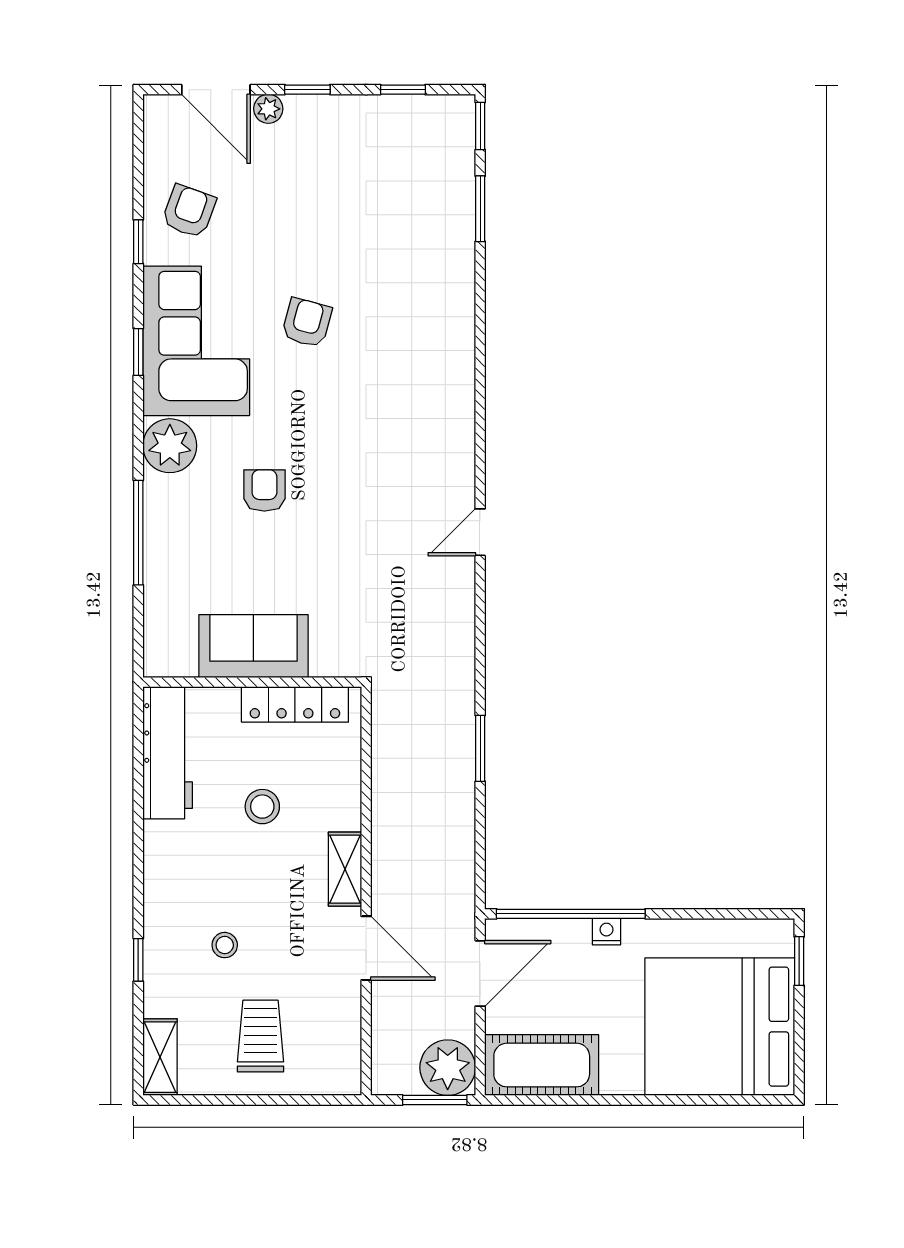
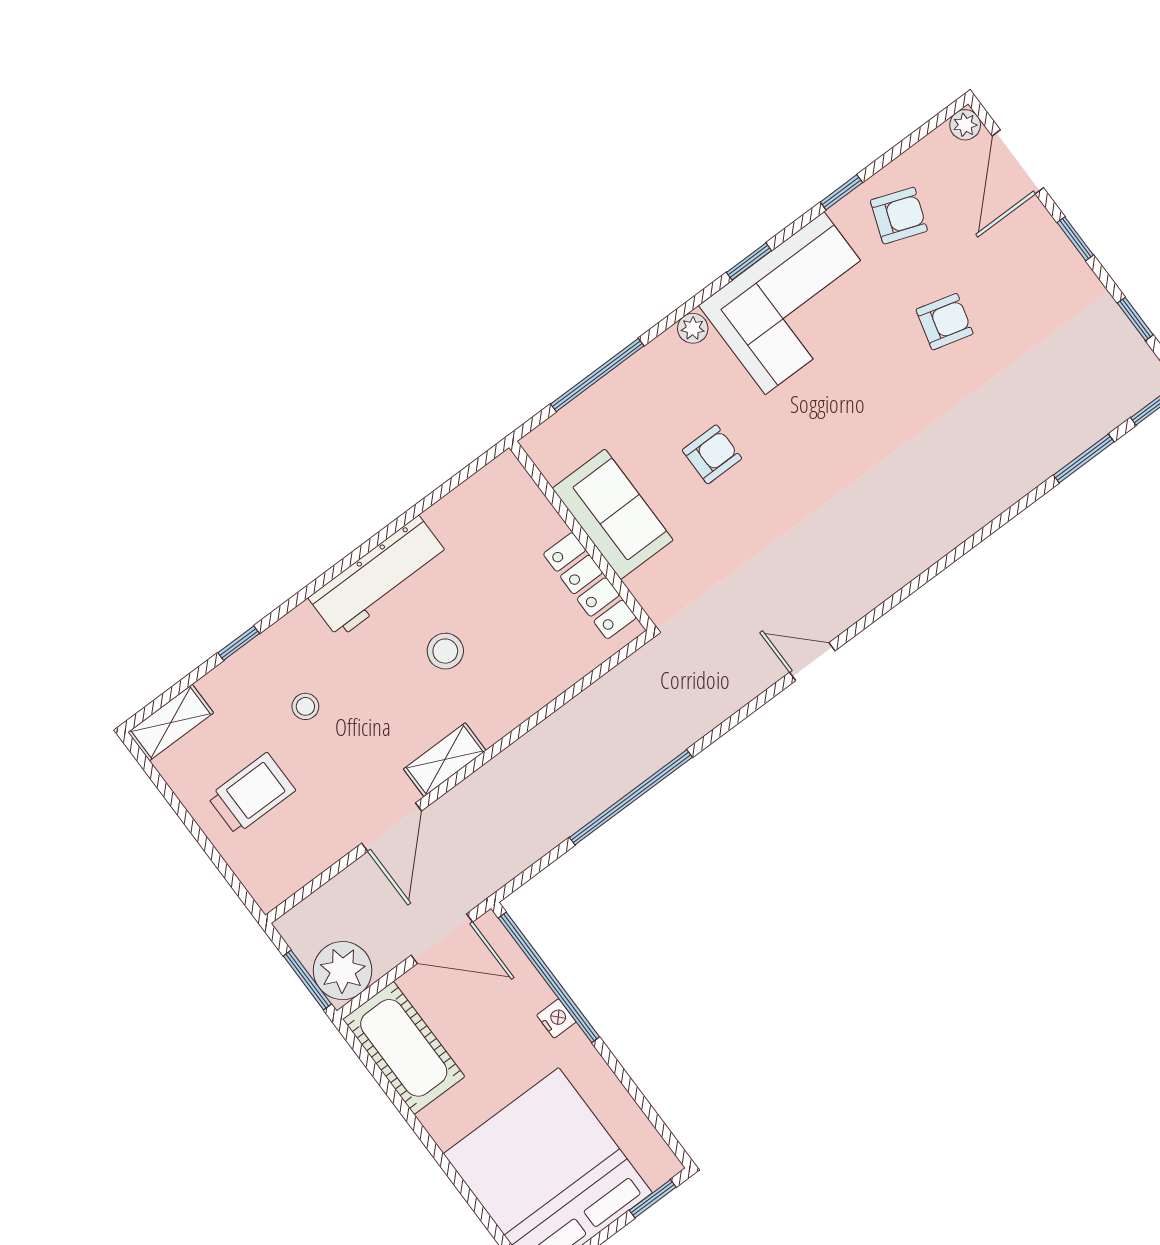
plant: (268, 109) -> (965, 125), moved
armchair: (307, 323) -> (945, 322), moved
plant: (170, 446) -> (693, 328), width x0.53, depth x0.53
sofa: (253, 646) -> (613, 514), moved
wall: (252, 682) -> (582, 536), moved
locker: (295, 704) -> (590, 586), moved
window: (480, 748) -> (631, 797), width x2.11
workbench: (168, 753) -> (379, 577), moved

